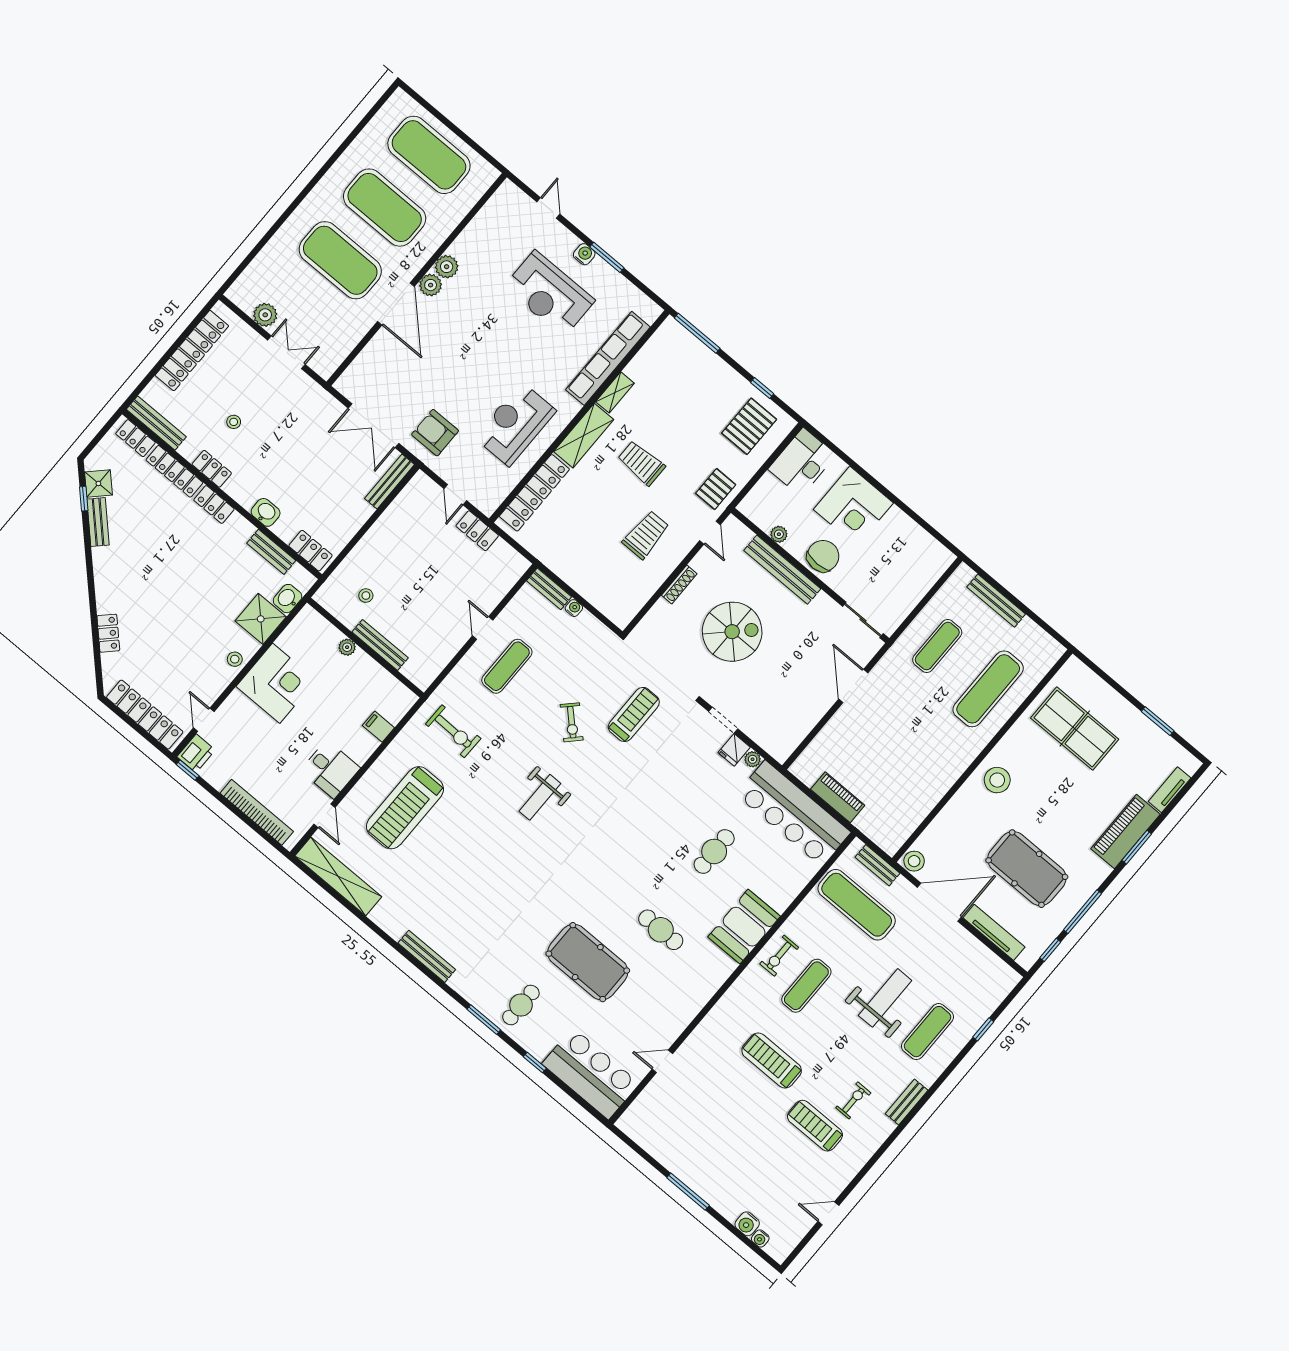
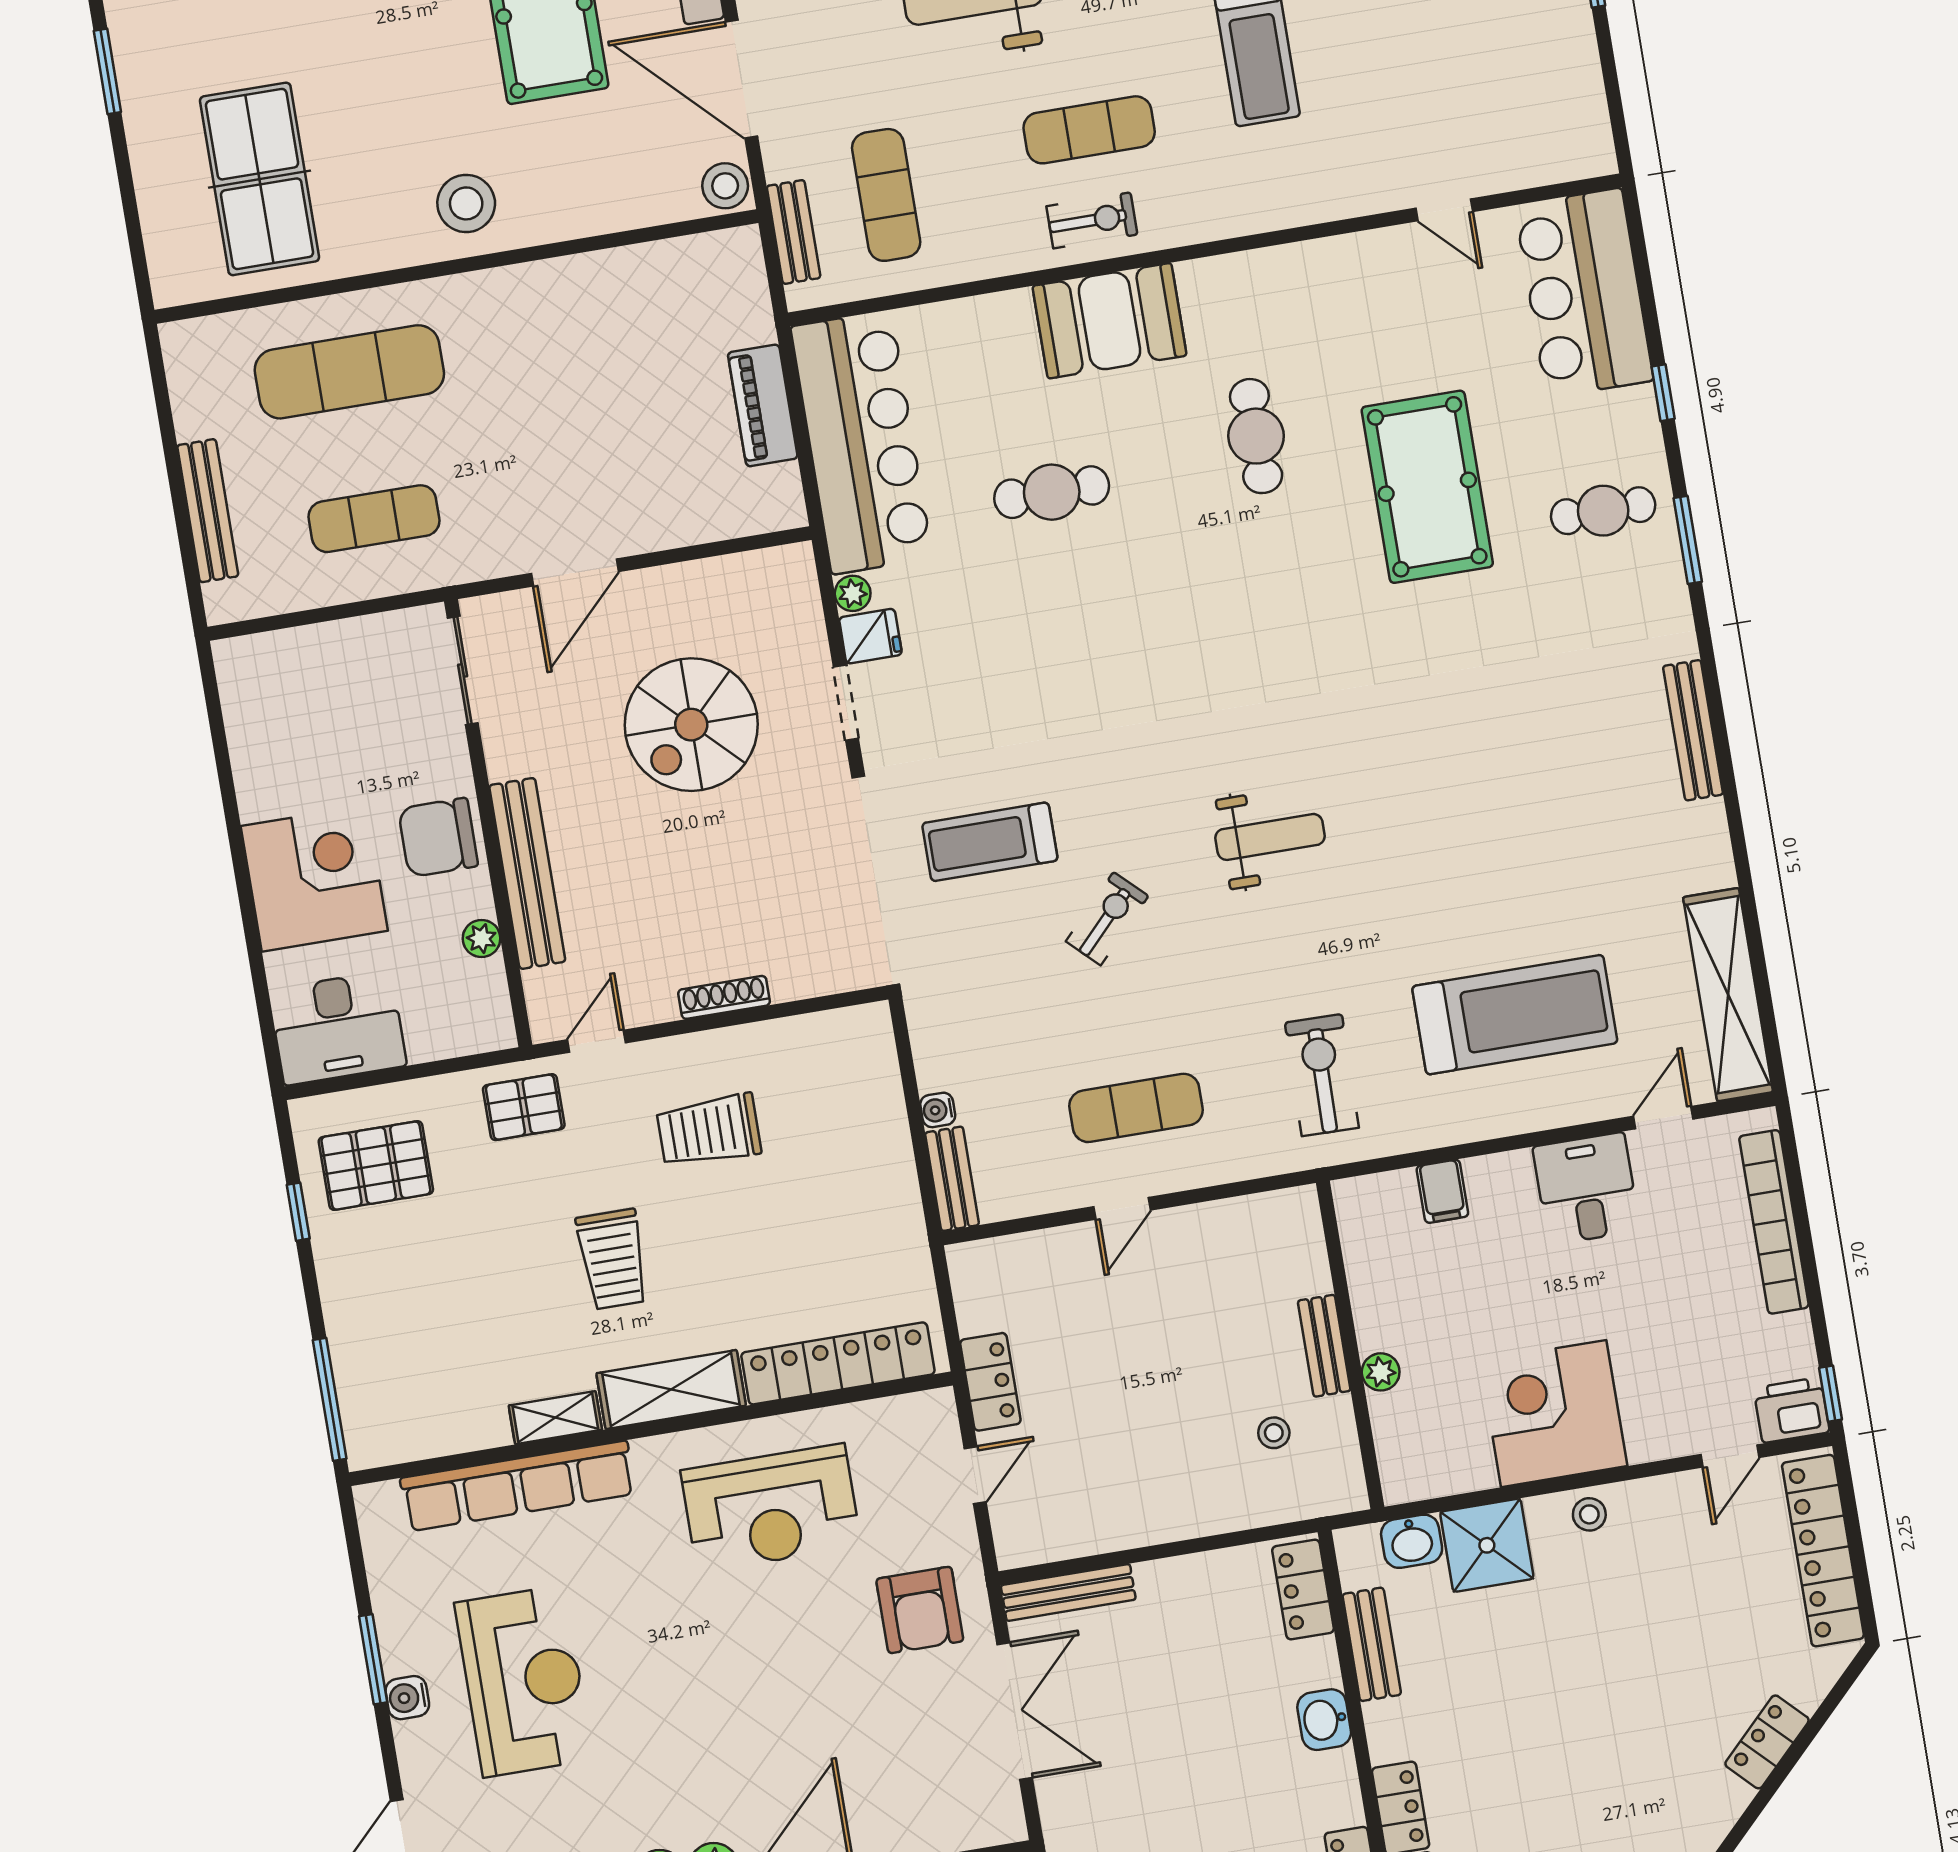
spiral stairs: (732, 632) -> (691, 725), moved, turned -90
bench: (380, 645) -> (1324, 1346), width x0.73
exercise mat: (857, 905) -> (886, 195), width x0.73, depth x0.69

